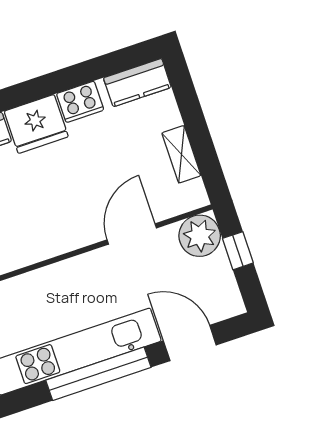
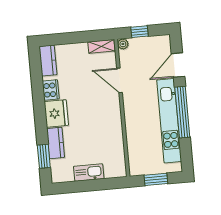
shelving: (181, 154) -> (101, 46), moved
plant: (200, 236) -> (123, 44), width x0.53, depth x0.53

